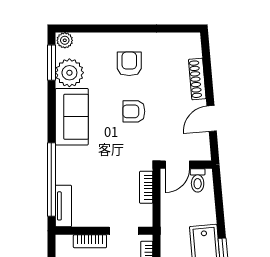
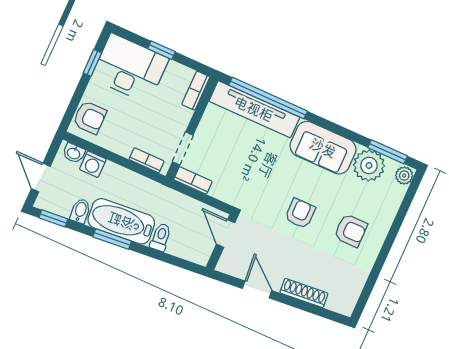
toilet: (198, 180) -> (161, 237), moved, turned 85
bookcase: (146, 187) -> (193, 180), moved
tv unit: (63, 206) -> (254, 109), width x1.92, depth x1.29
bookcase: (90, 241) -> (196, 91), moved

